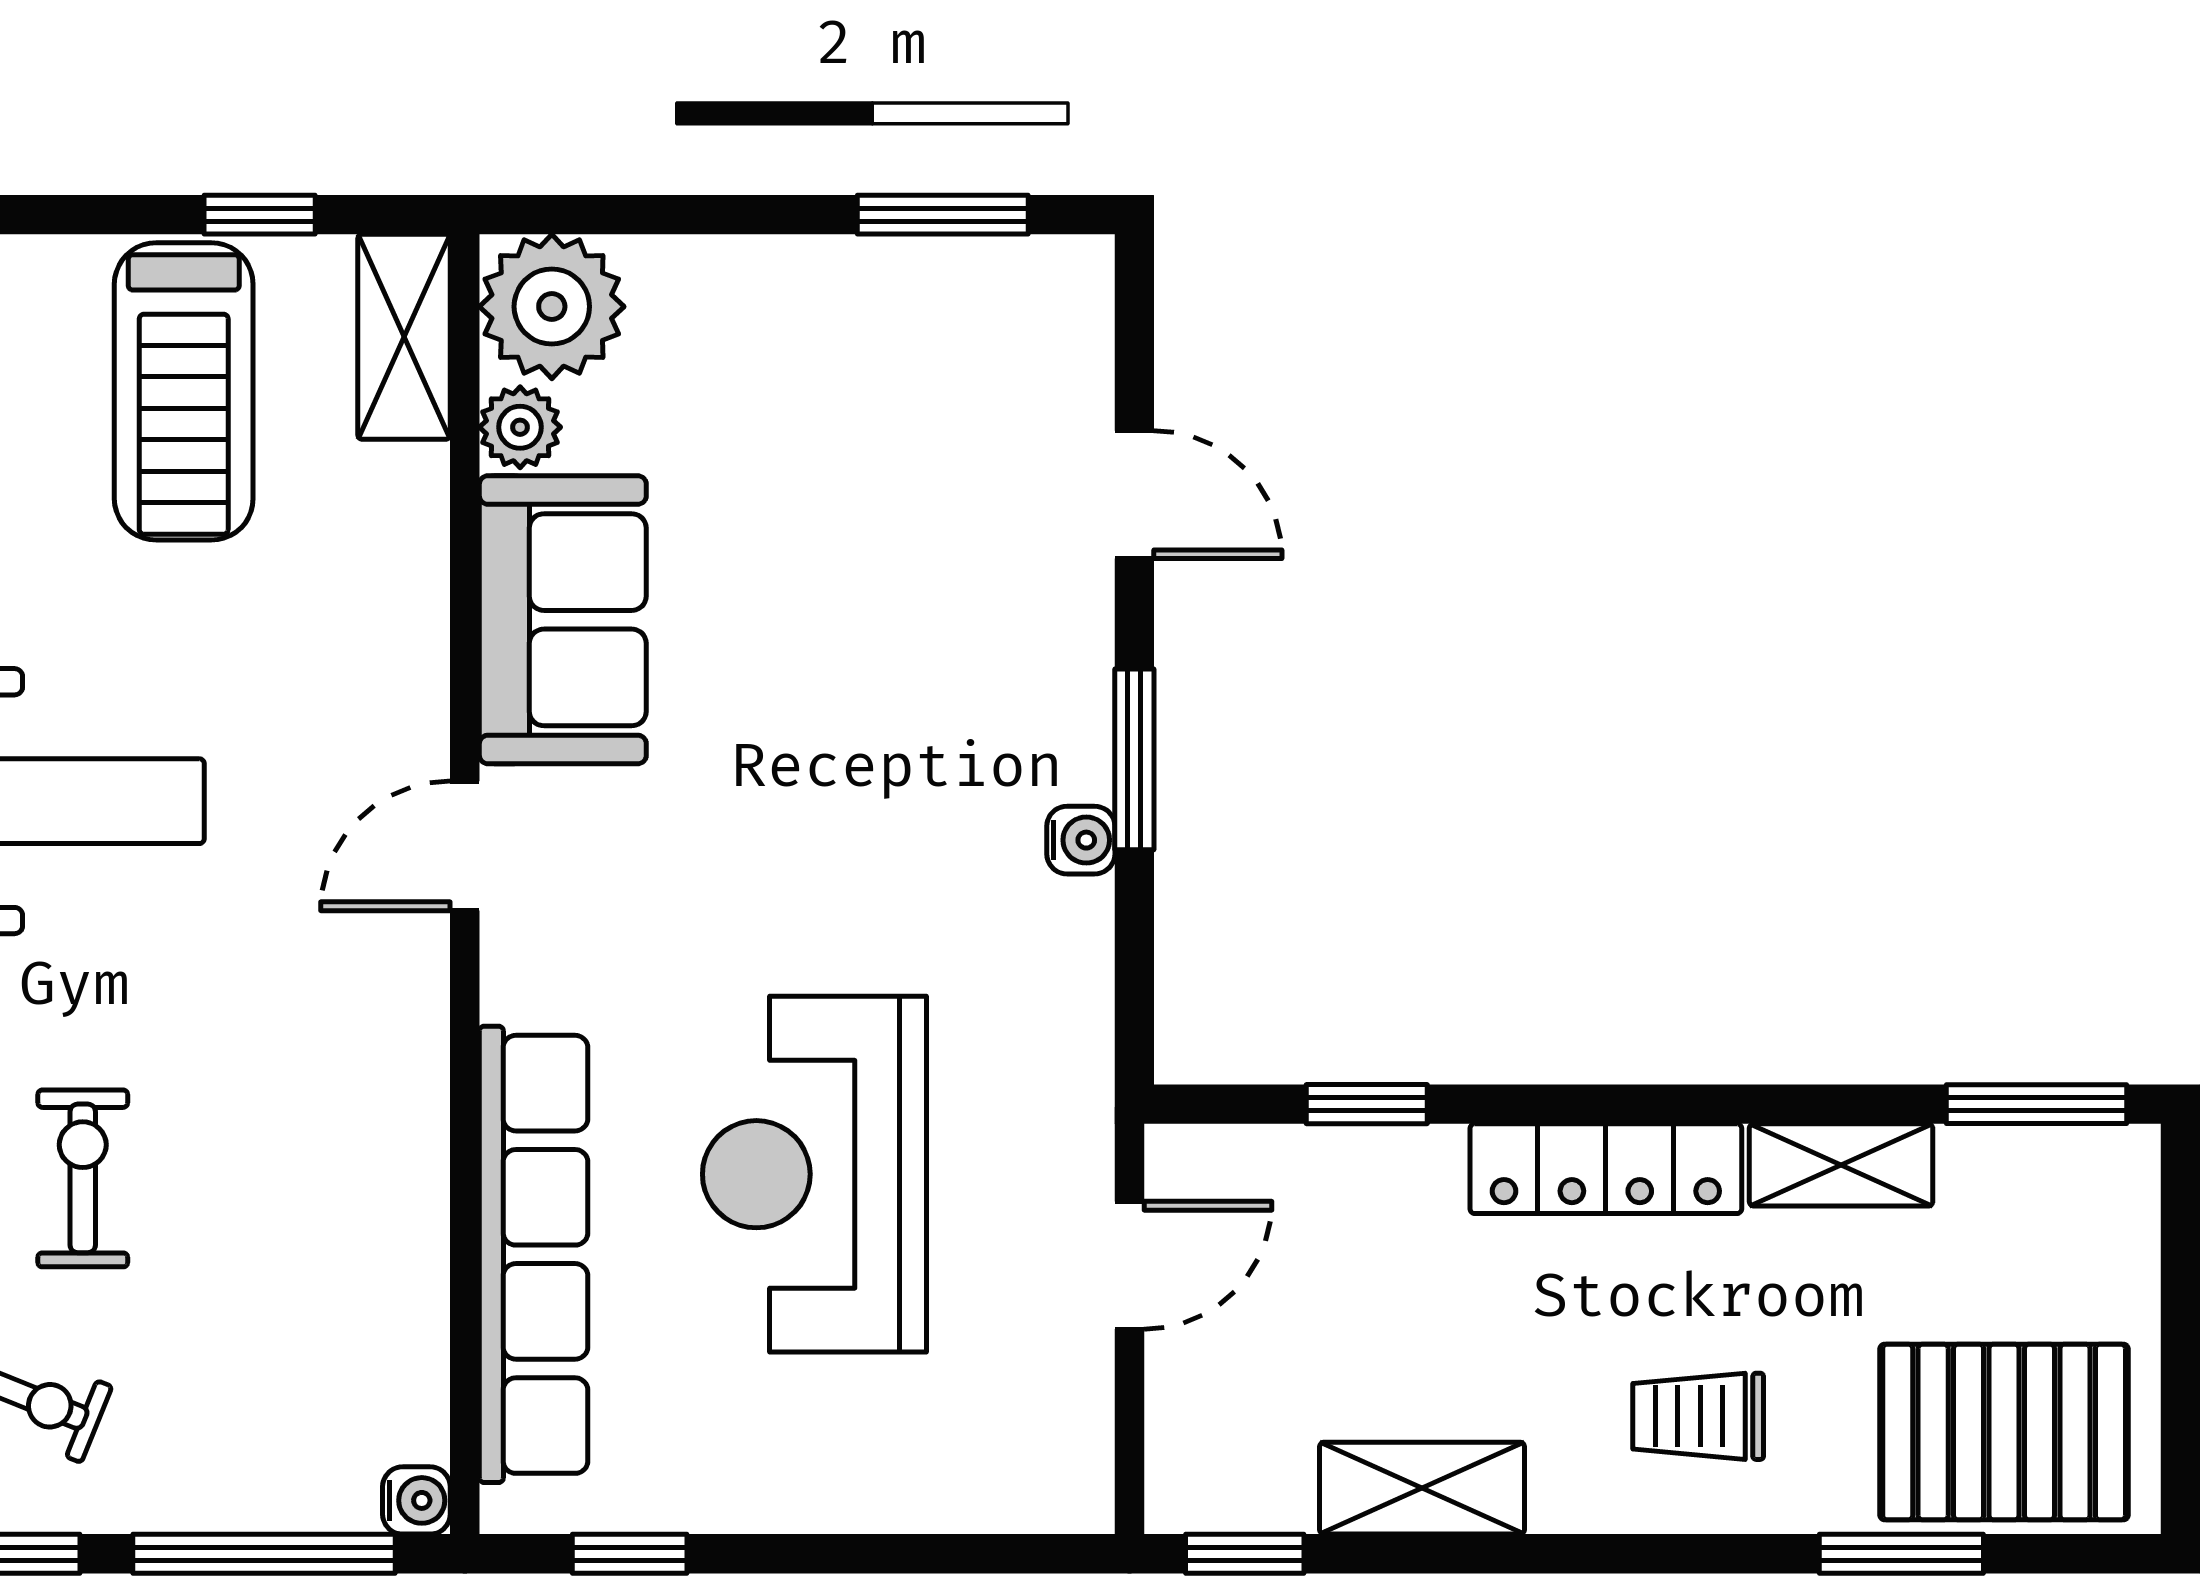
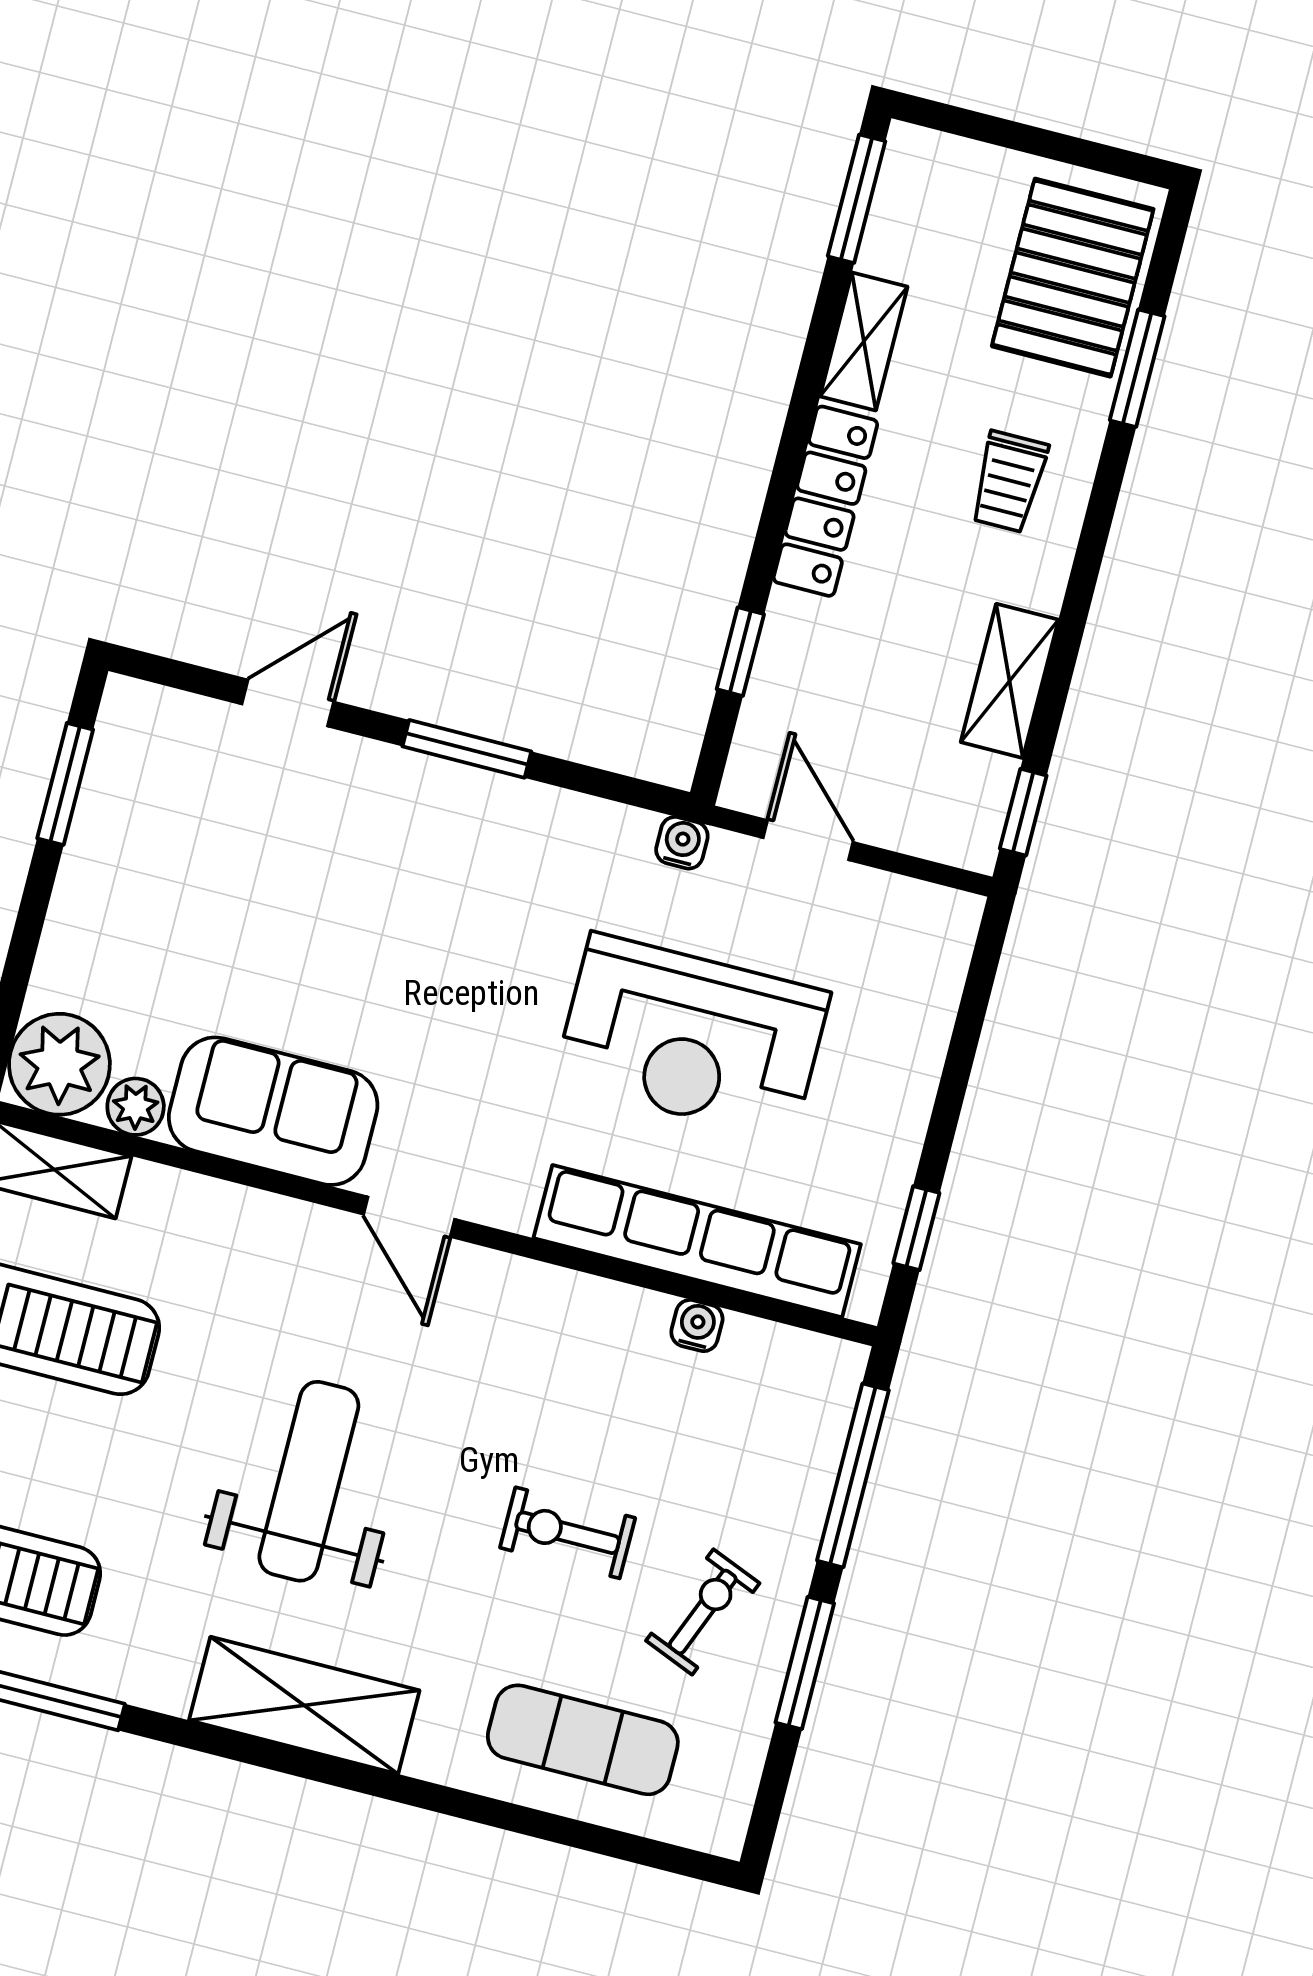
water cooler: (1081, 840) -> (682, 843), moved
water cooler: (416, 1500) -> (697, 1326), moved

